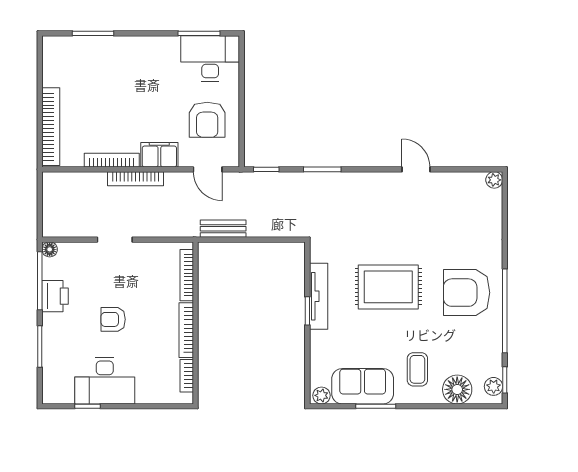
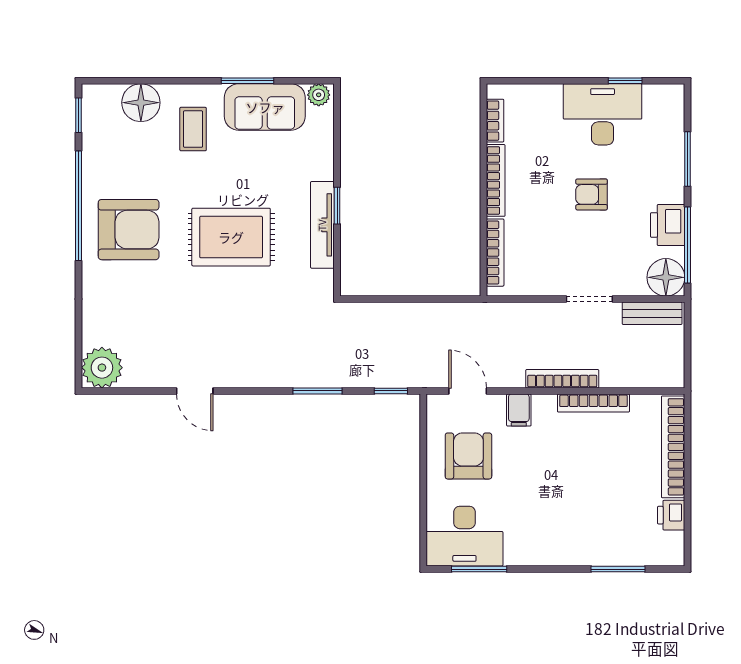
printer: (52, 75) -> (671, 515), added
filing cabinet: (159, 155) -> (519, 410), width x0.50
plant: (494, 180) -> (102, 368), width x1.88, depth x1.88
bench: (223, 229) -> (652, 313), moved
floor lamp: (50, 249) -> (666, 277), width x1.89, depth x1.89
armchair: (113, 319) -> (592, 194), turned 180
plant: (494, 386) -> (93, 107), removed

